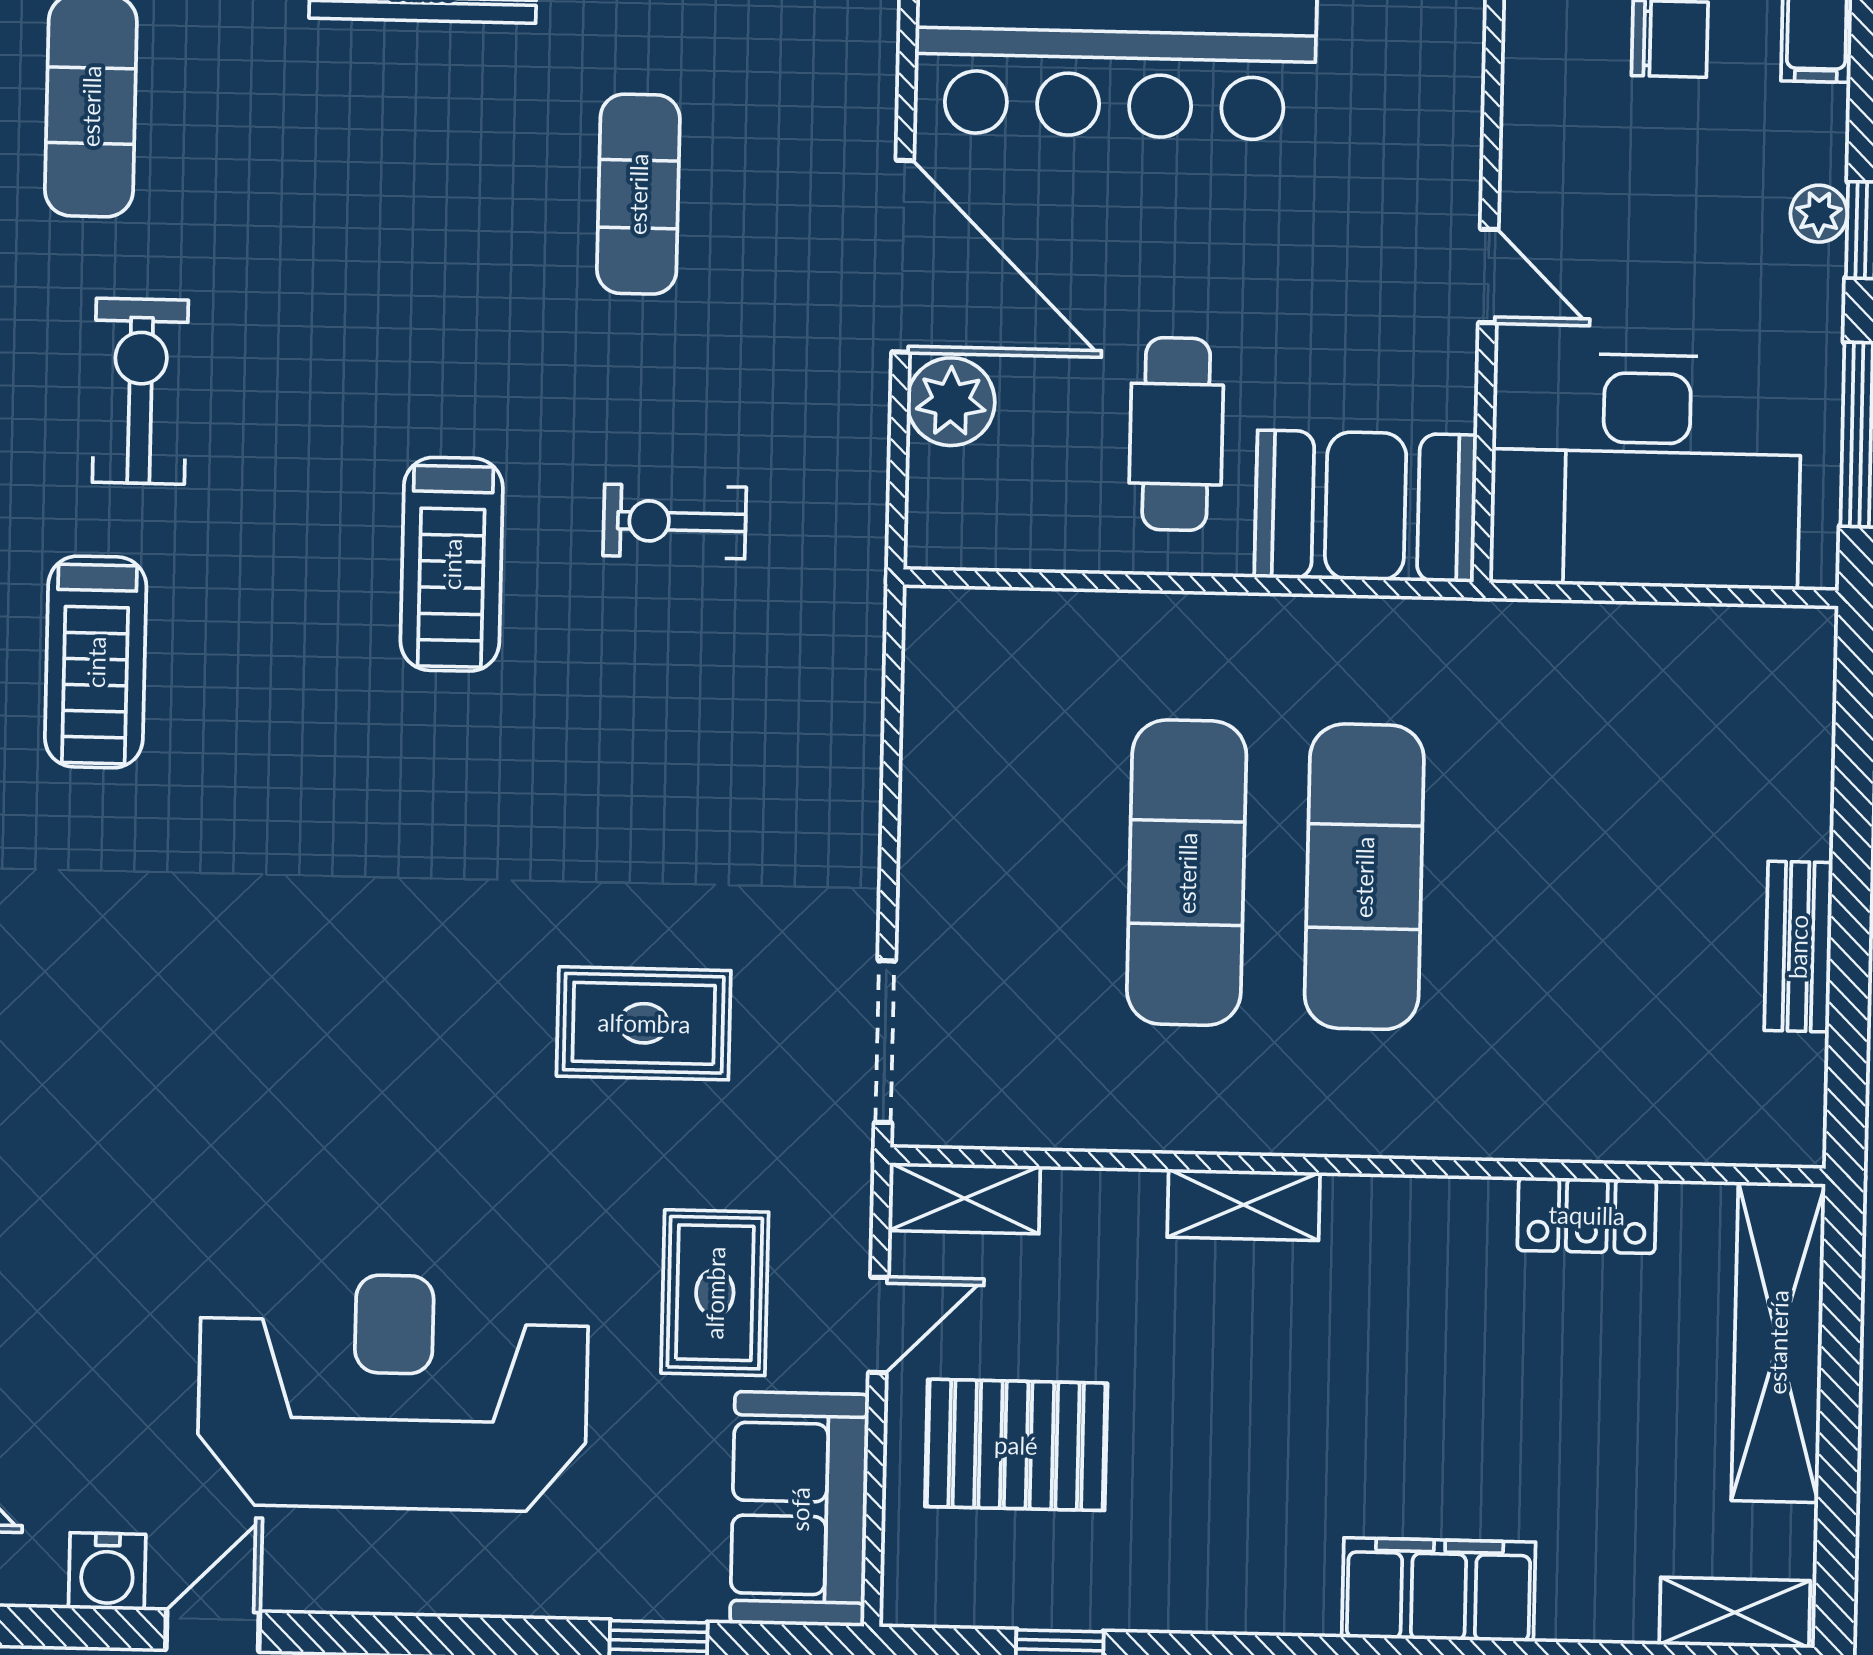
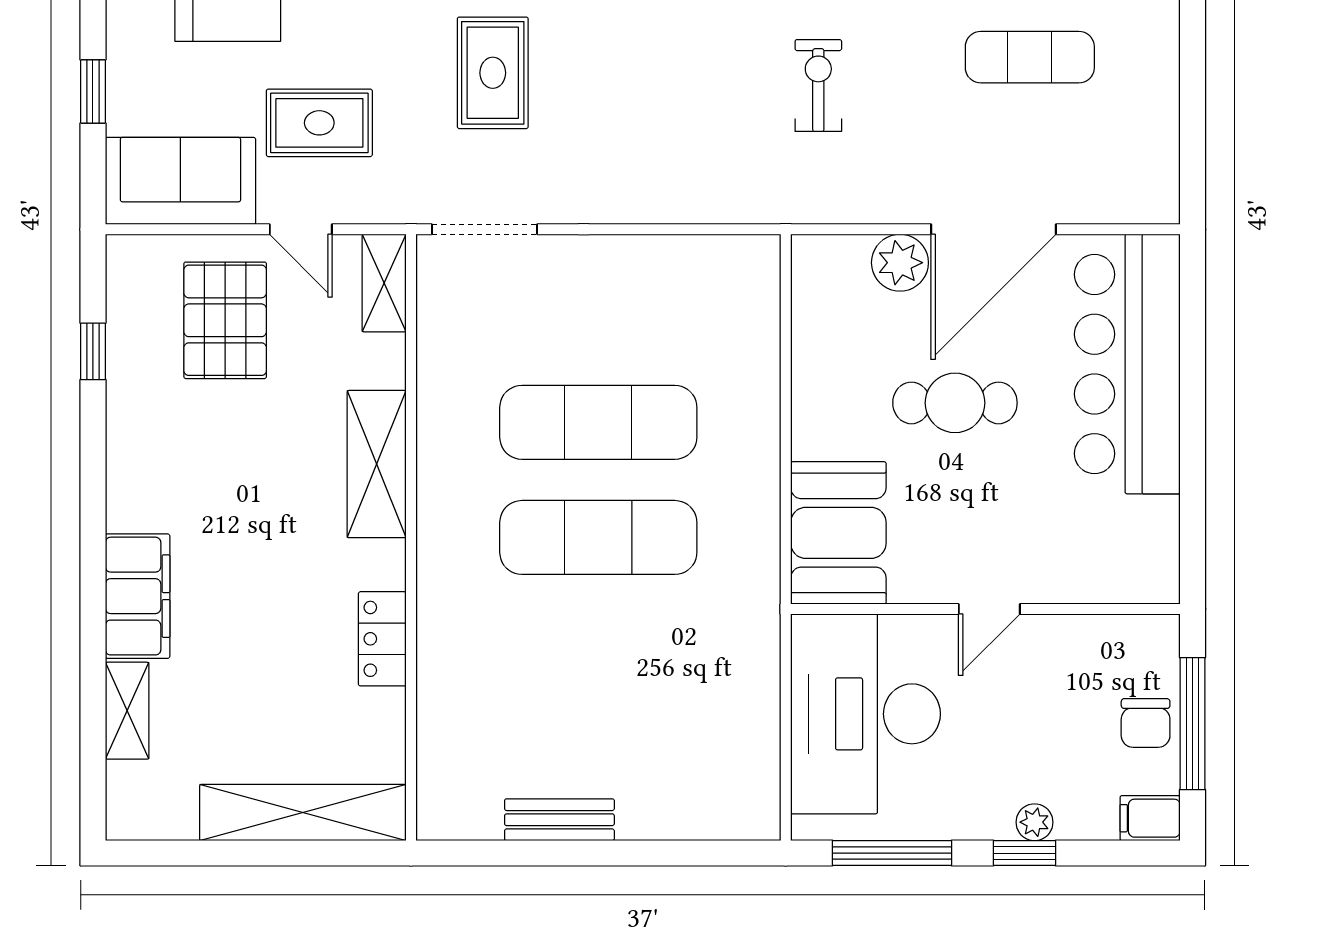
cafe table: (1176, 434) -> (955, 403), moved
shelving: (1244, 1205) -> (377, 464), width x1.50, depth x1.33
locker: (1587, 1215) -> (382, 639), moved
shelving: (1735, 1612) -> (127, 711), moved

